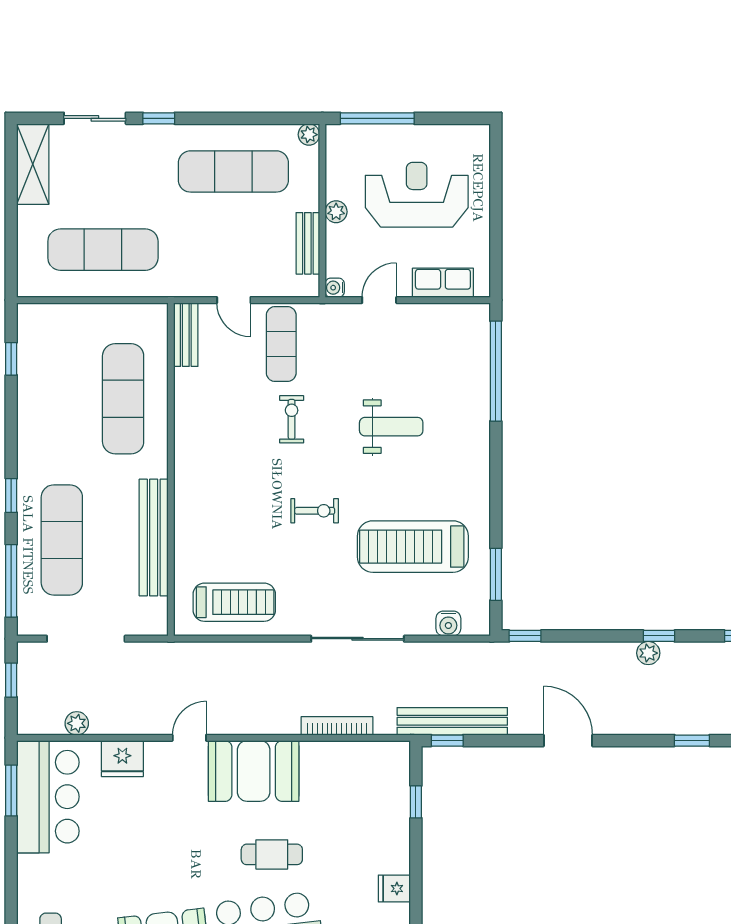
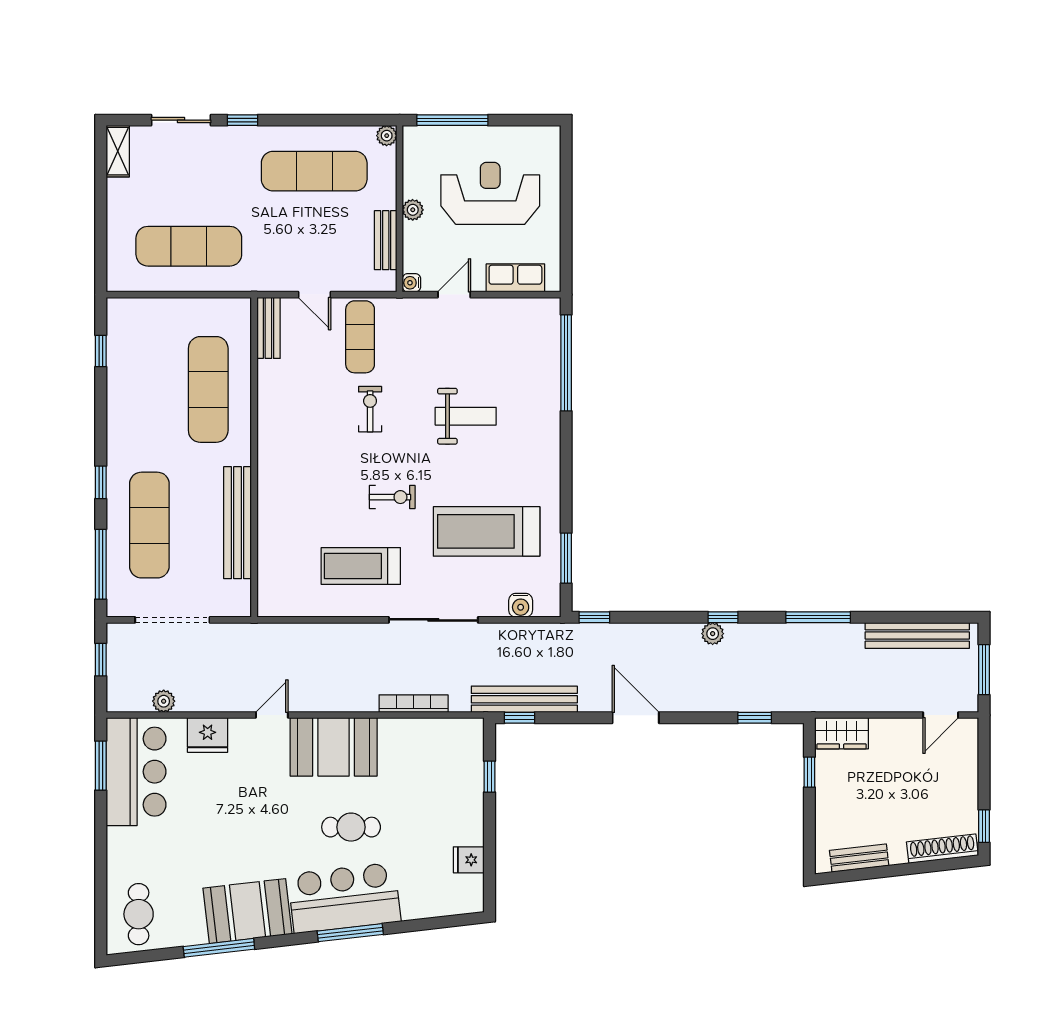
shelving: (33, 164) -> (118, 151), width x0.67, depth x0.75
treadmill: (234, 602) -> (361, 566), moved, turned 180

